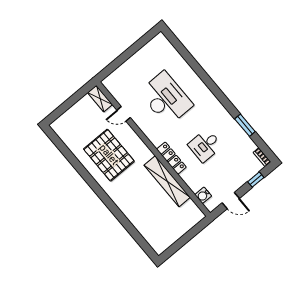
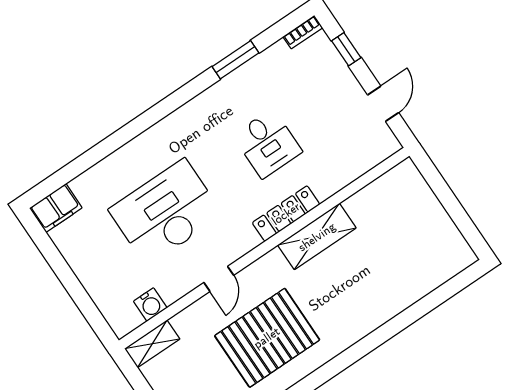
filing cabinet: (162, 44) -> (56, 208), added
door: (124, 114) -> (219, 279), moved
shelving: (167, 181) -> (317, 237), width x0.68
water cooler: (203, 195) -> (150, 304), moved

